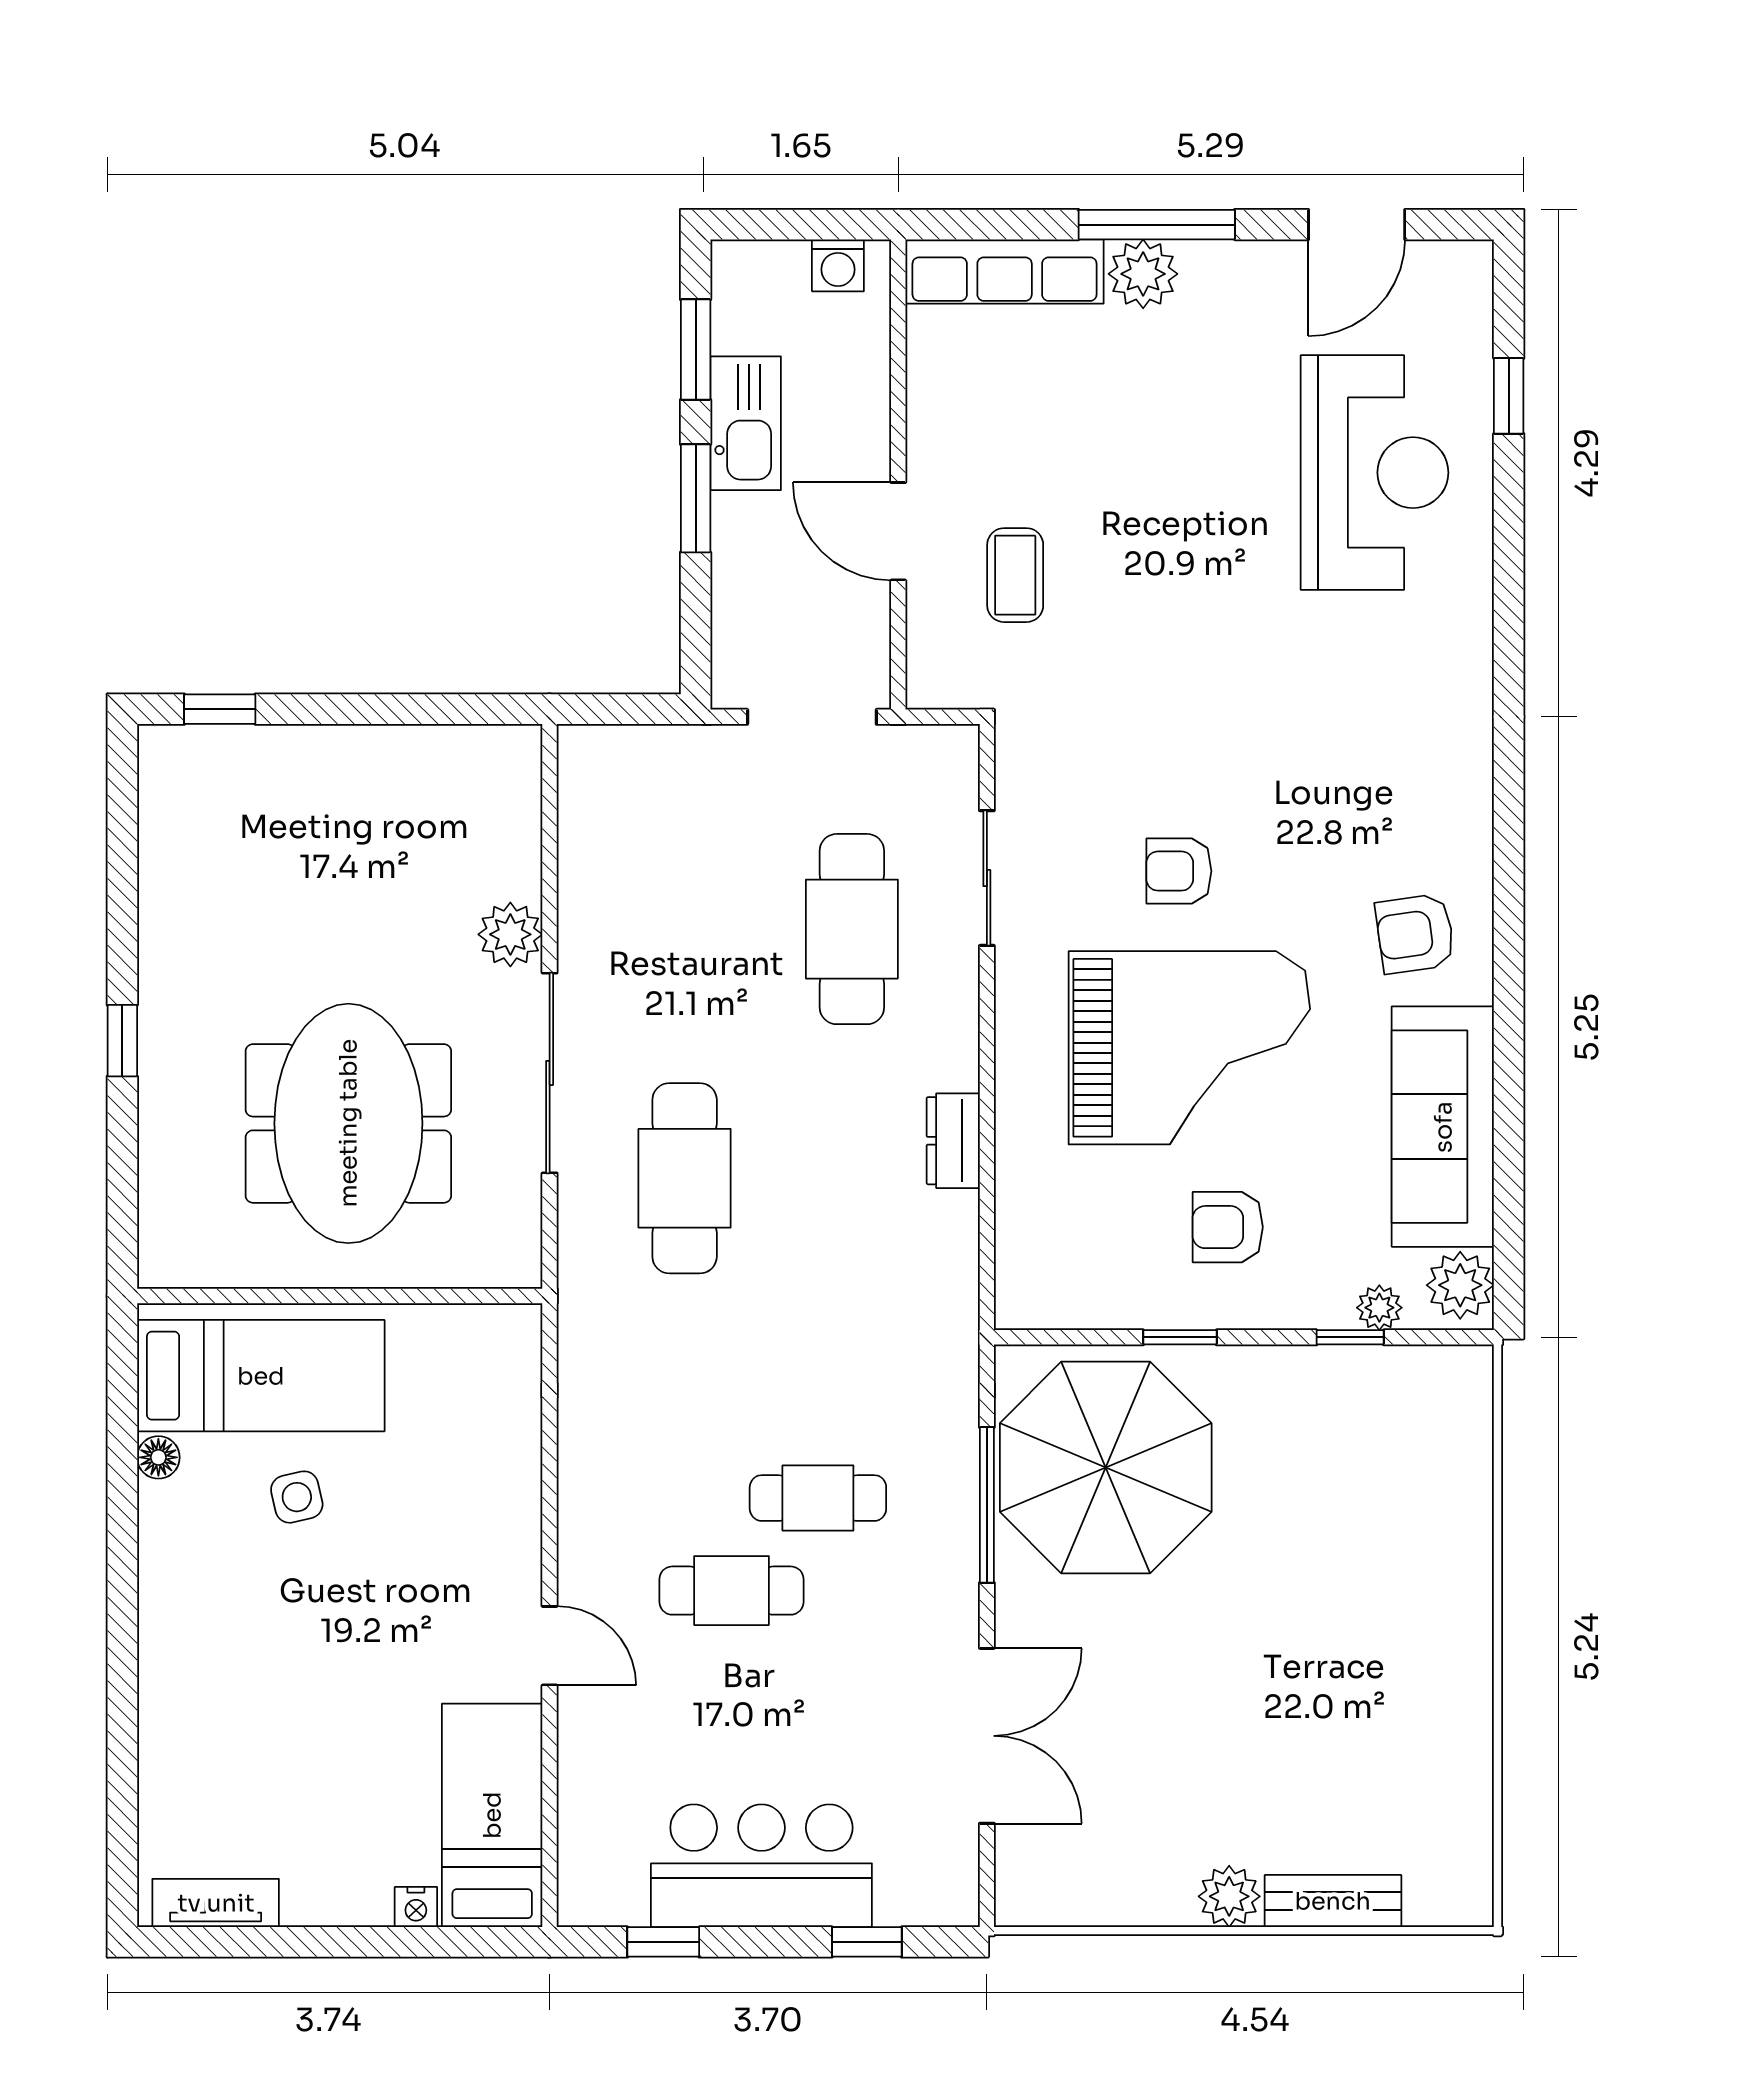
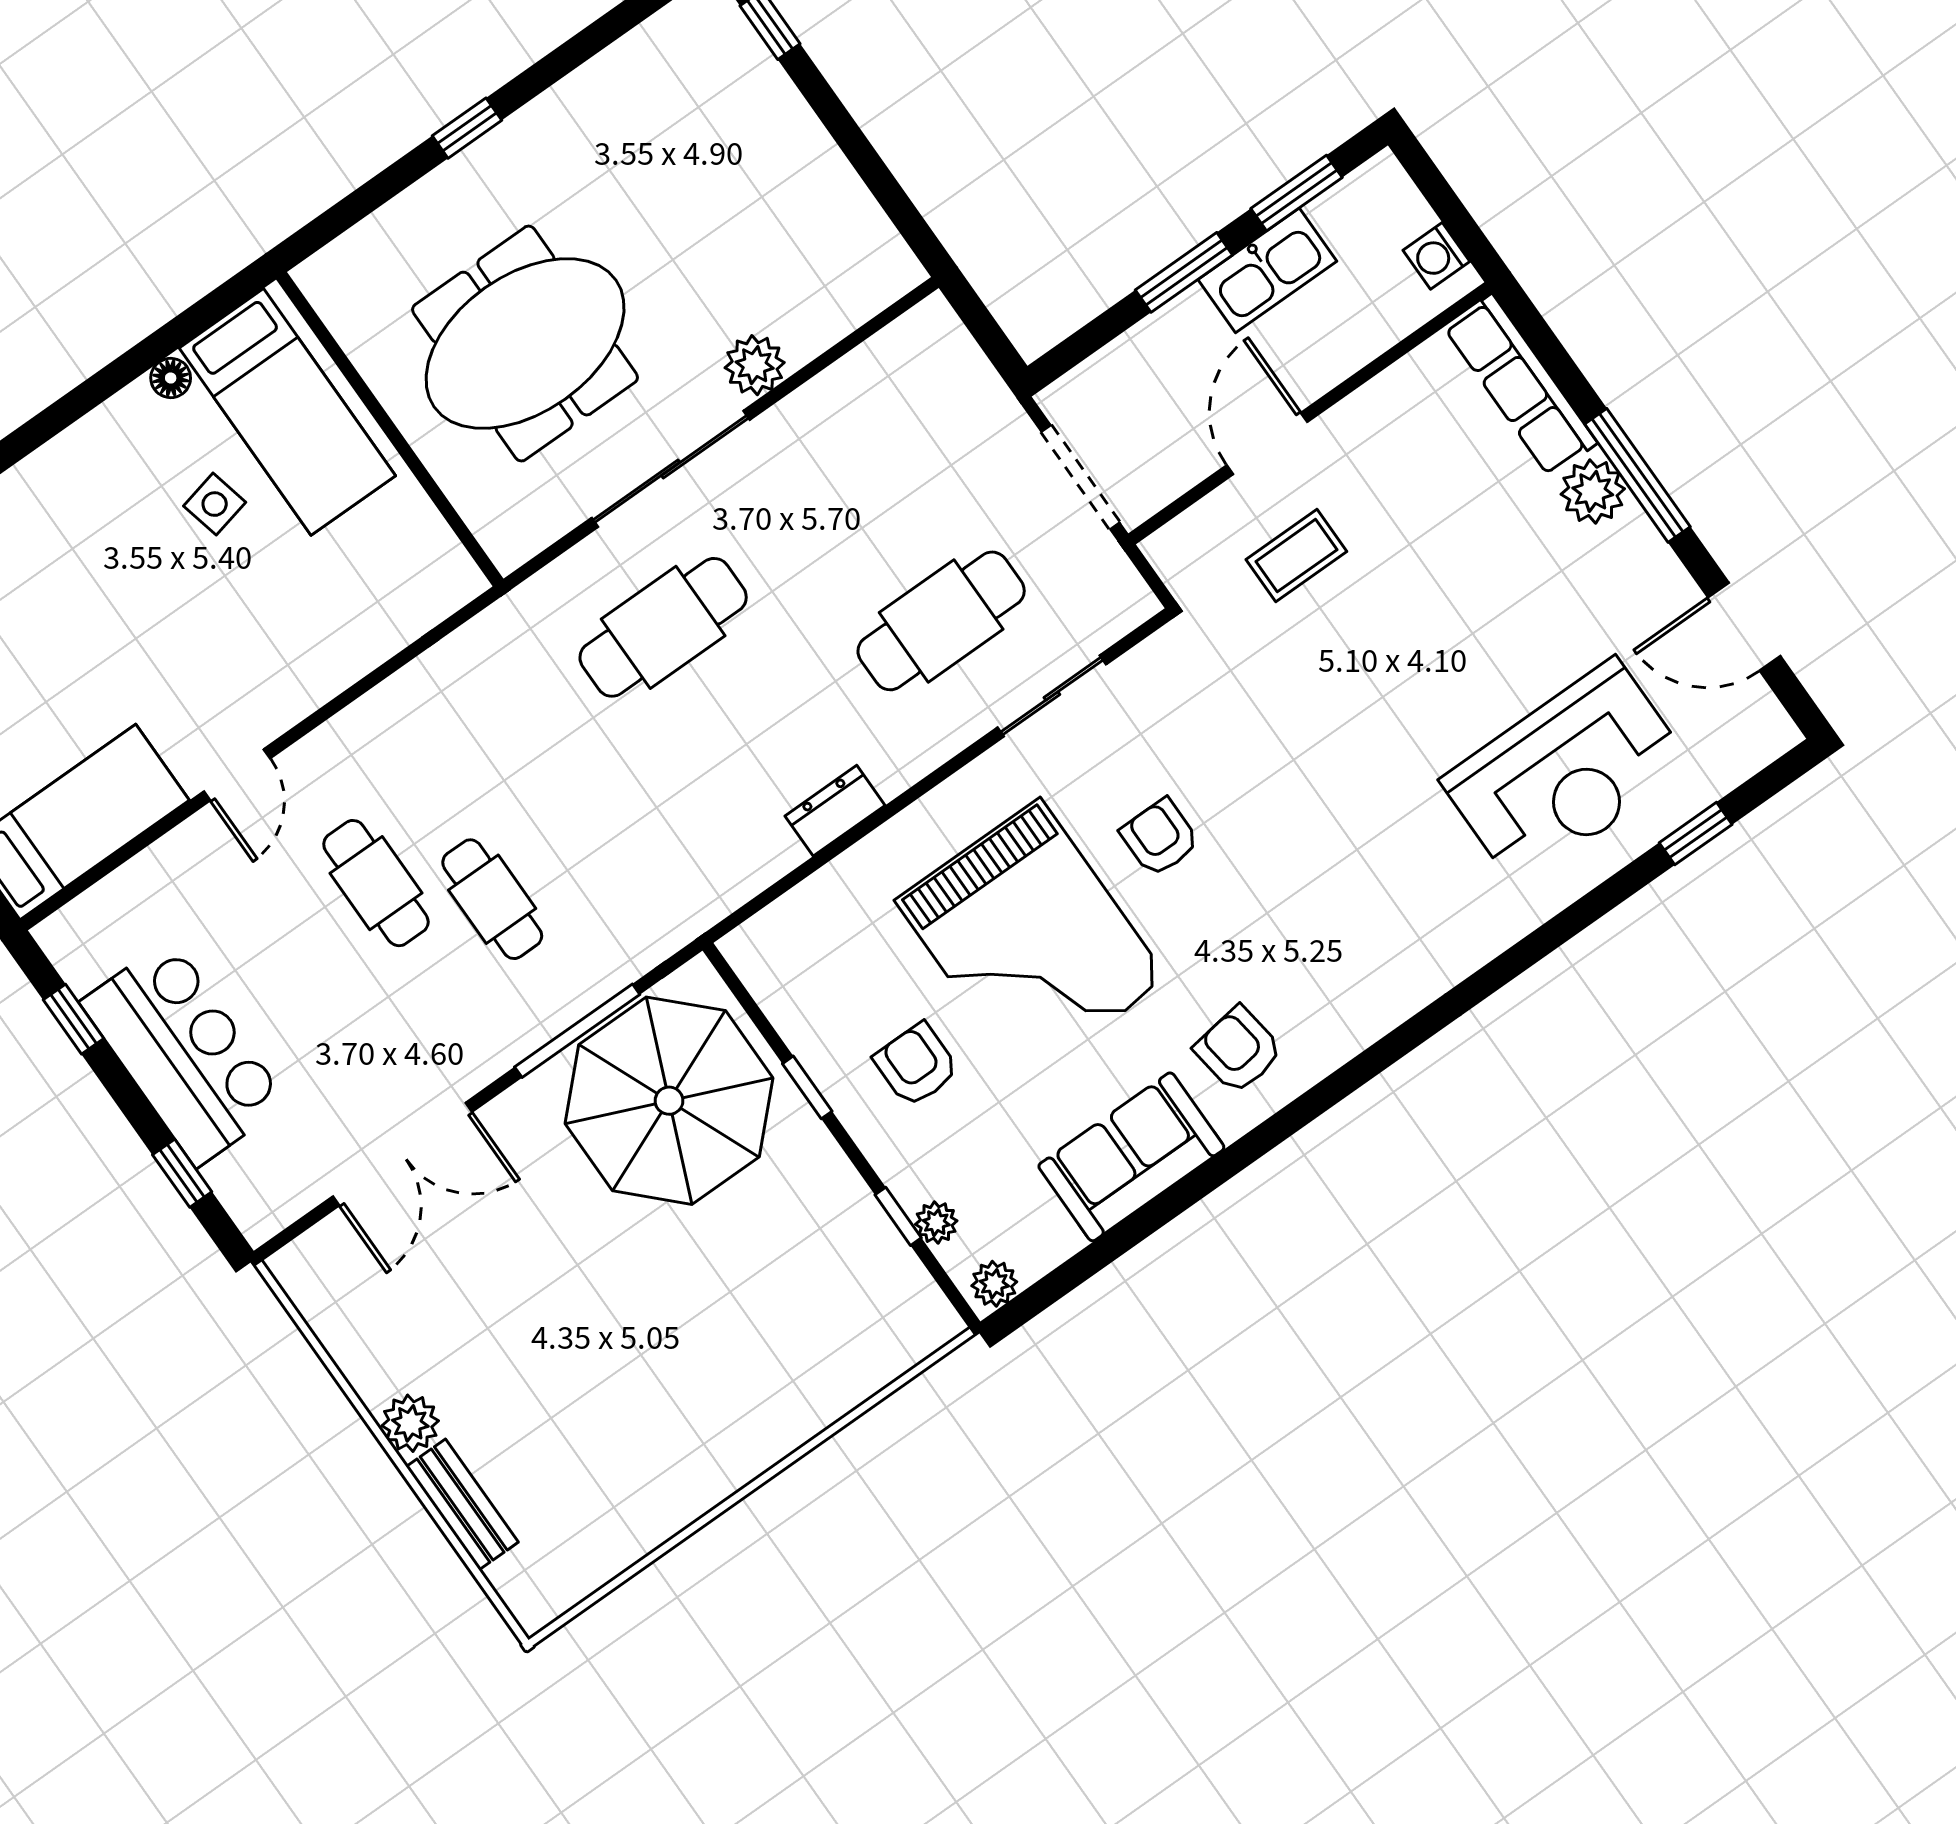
sofa: (1443, 1127) -> (1131, 1157), width x0.73
plant: (1460, 1285) -> (994, 1284), width x0.73, depth x0.73

